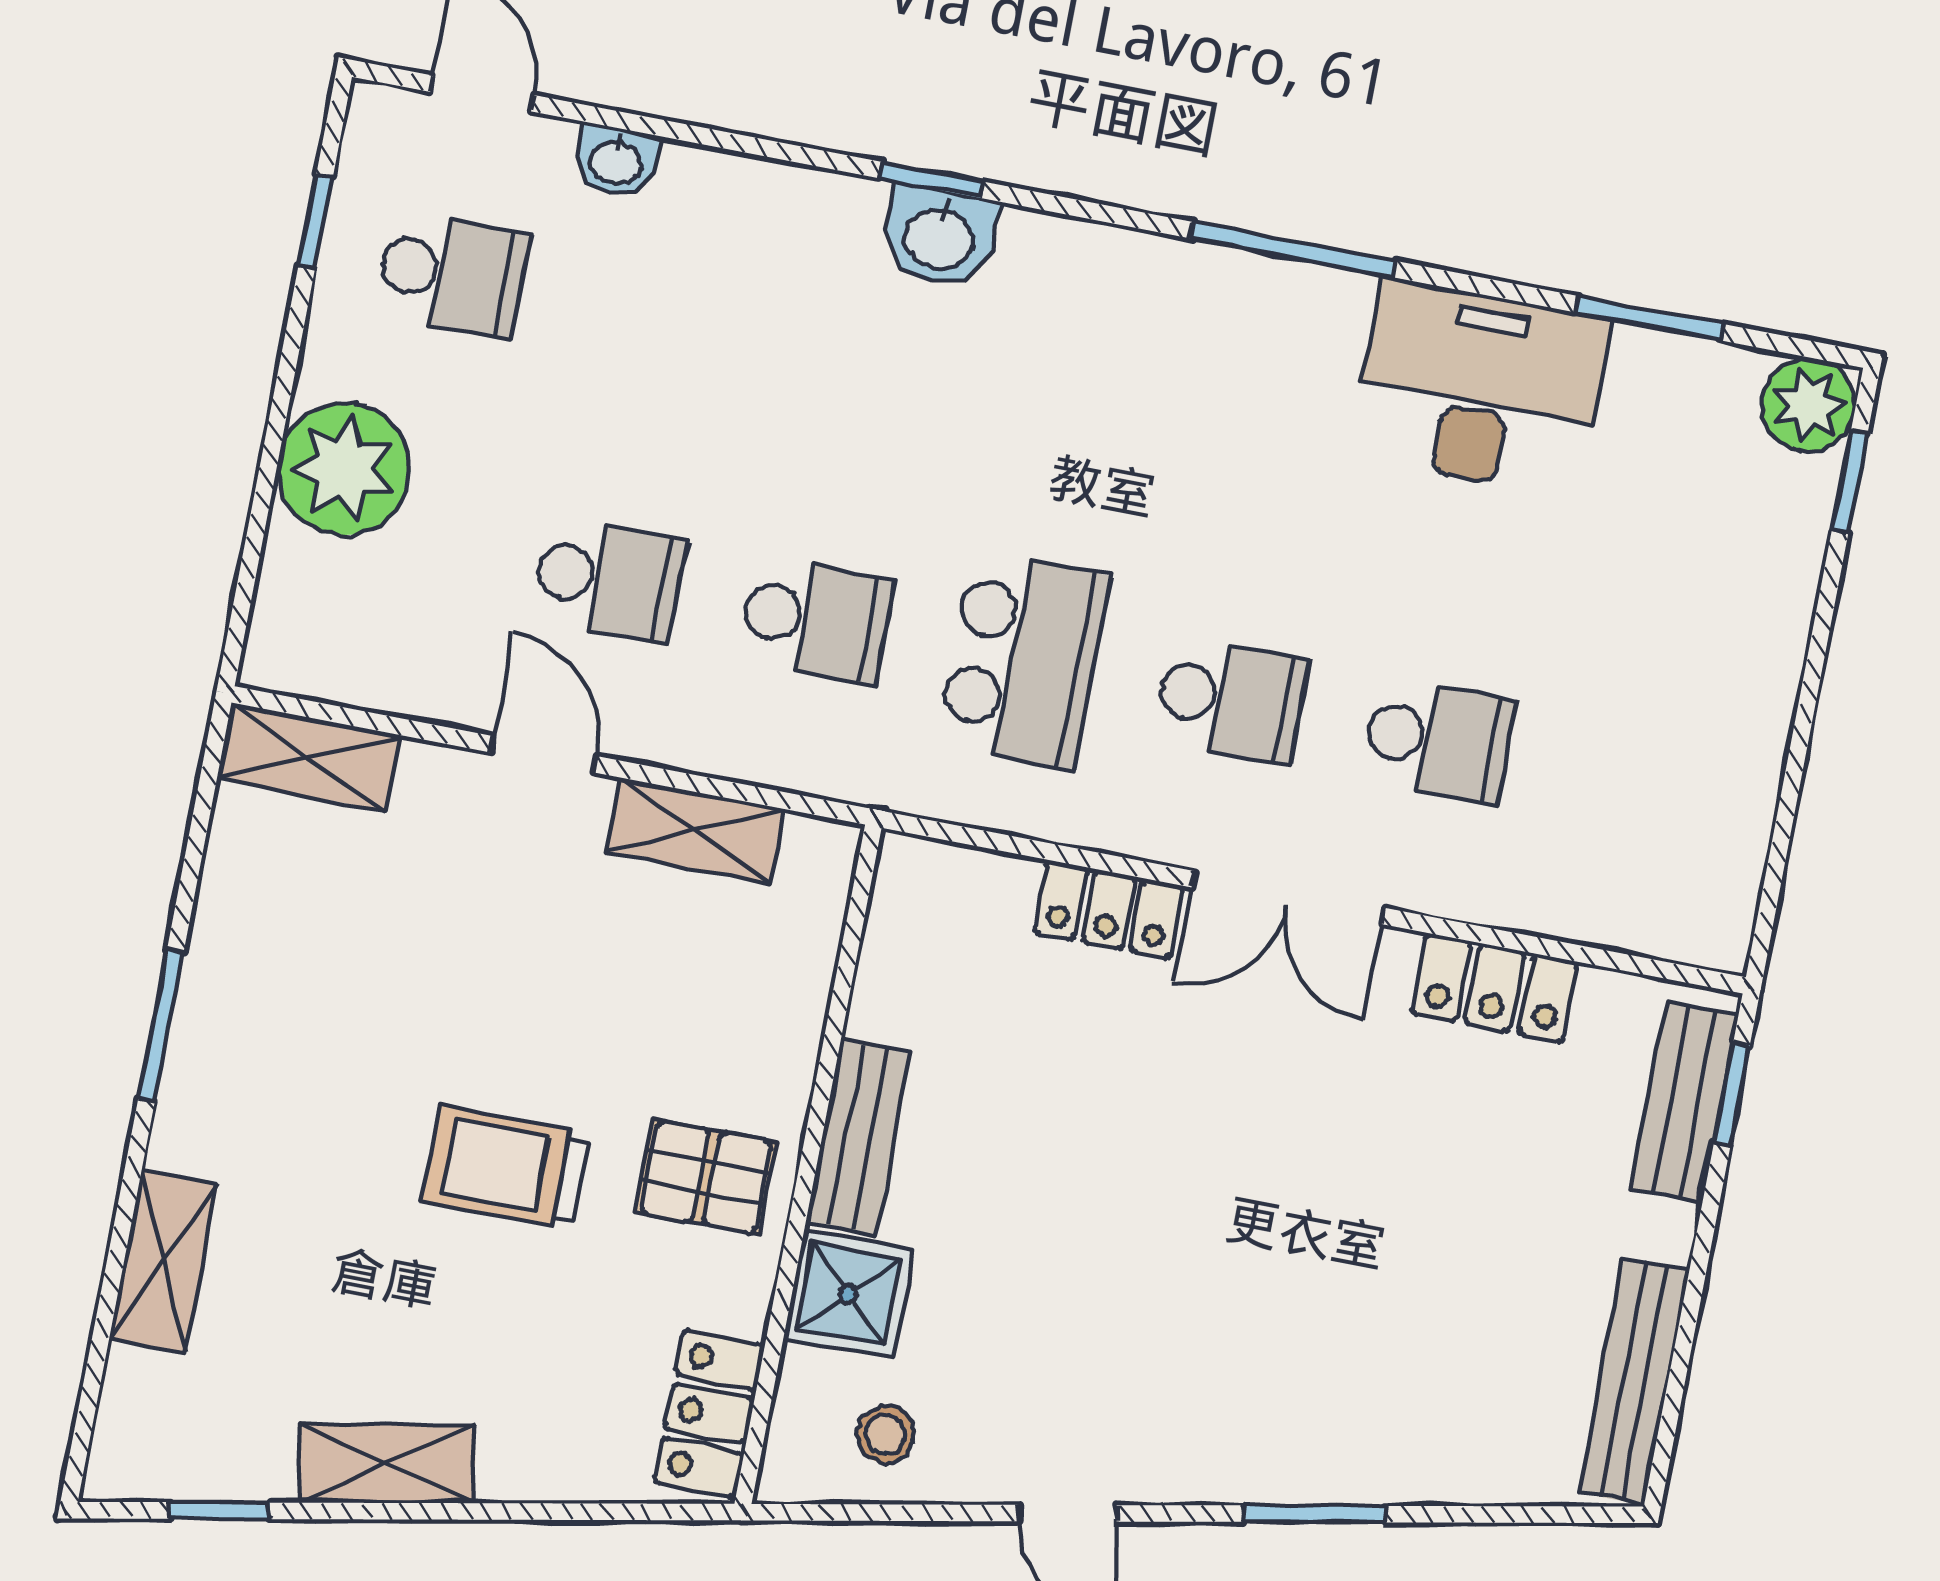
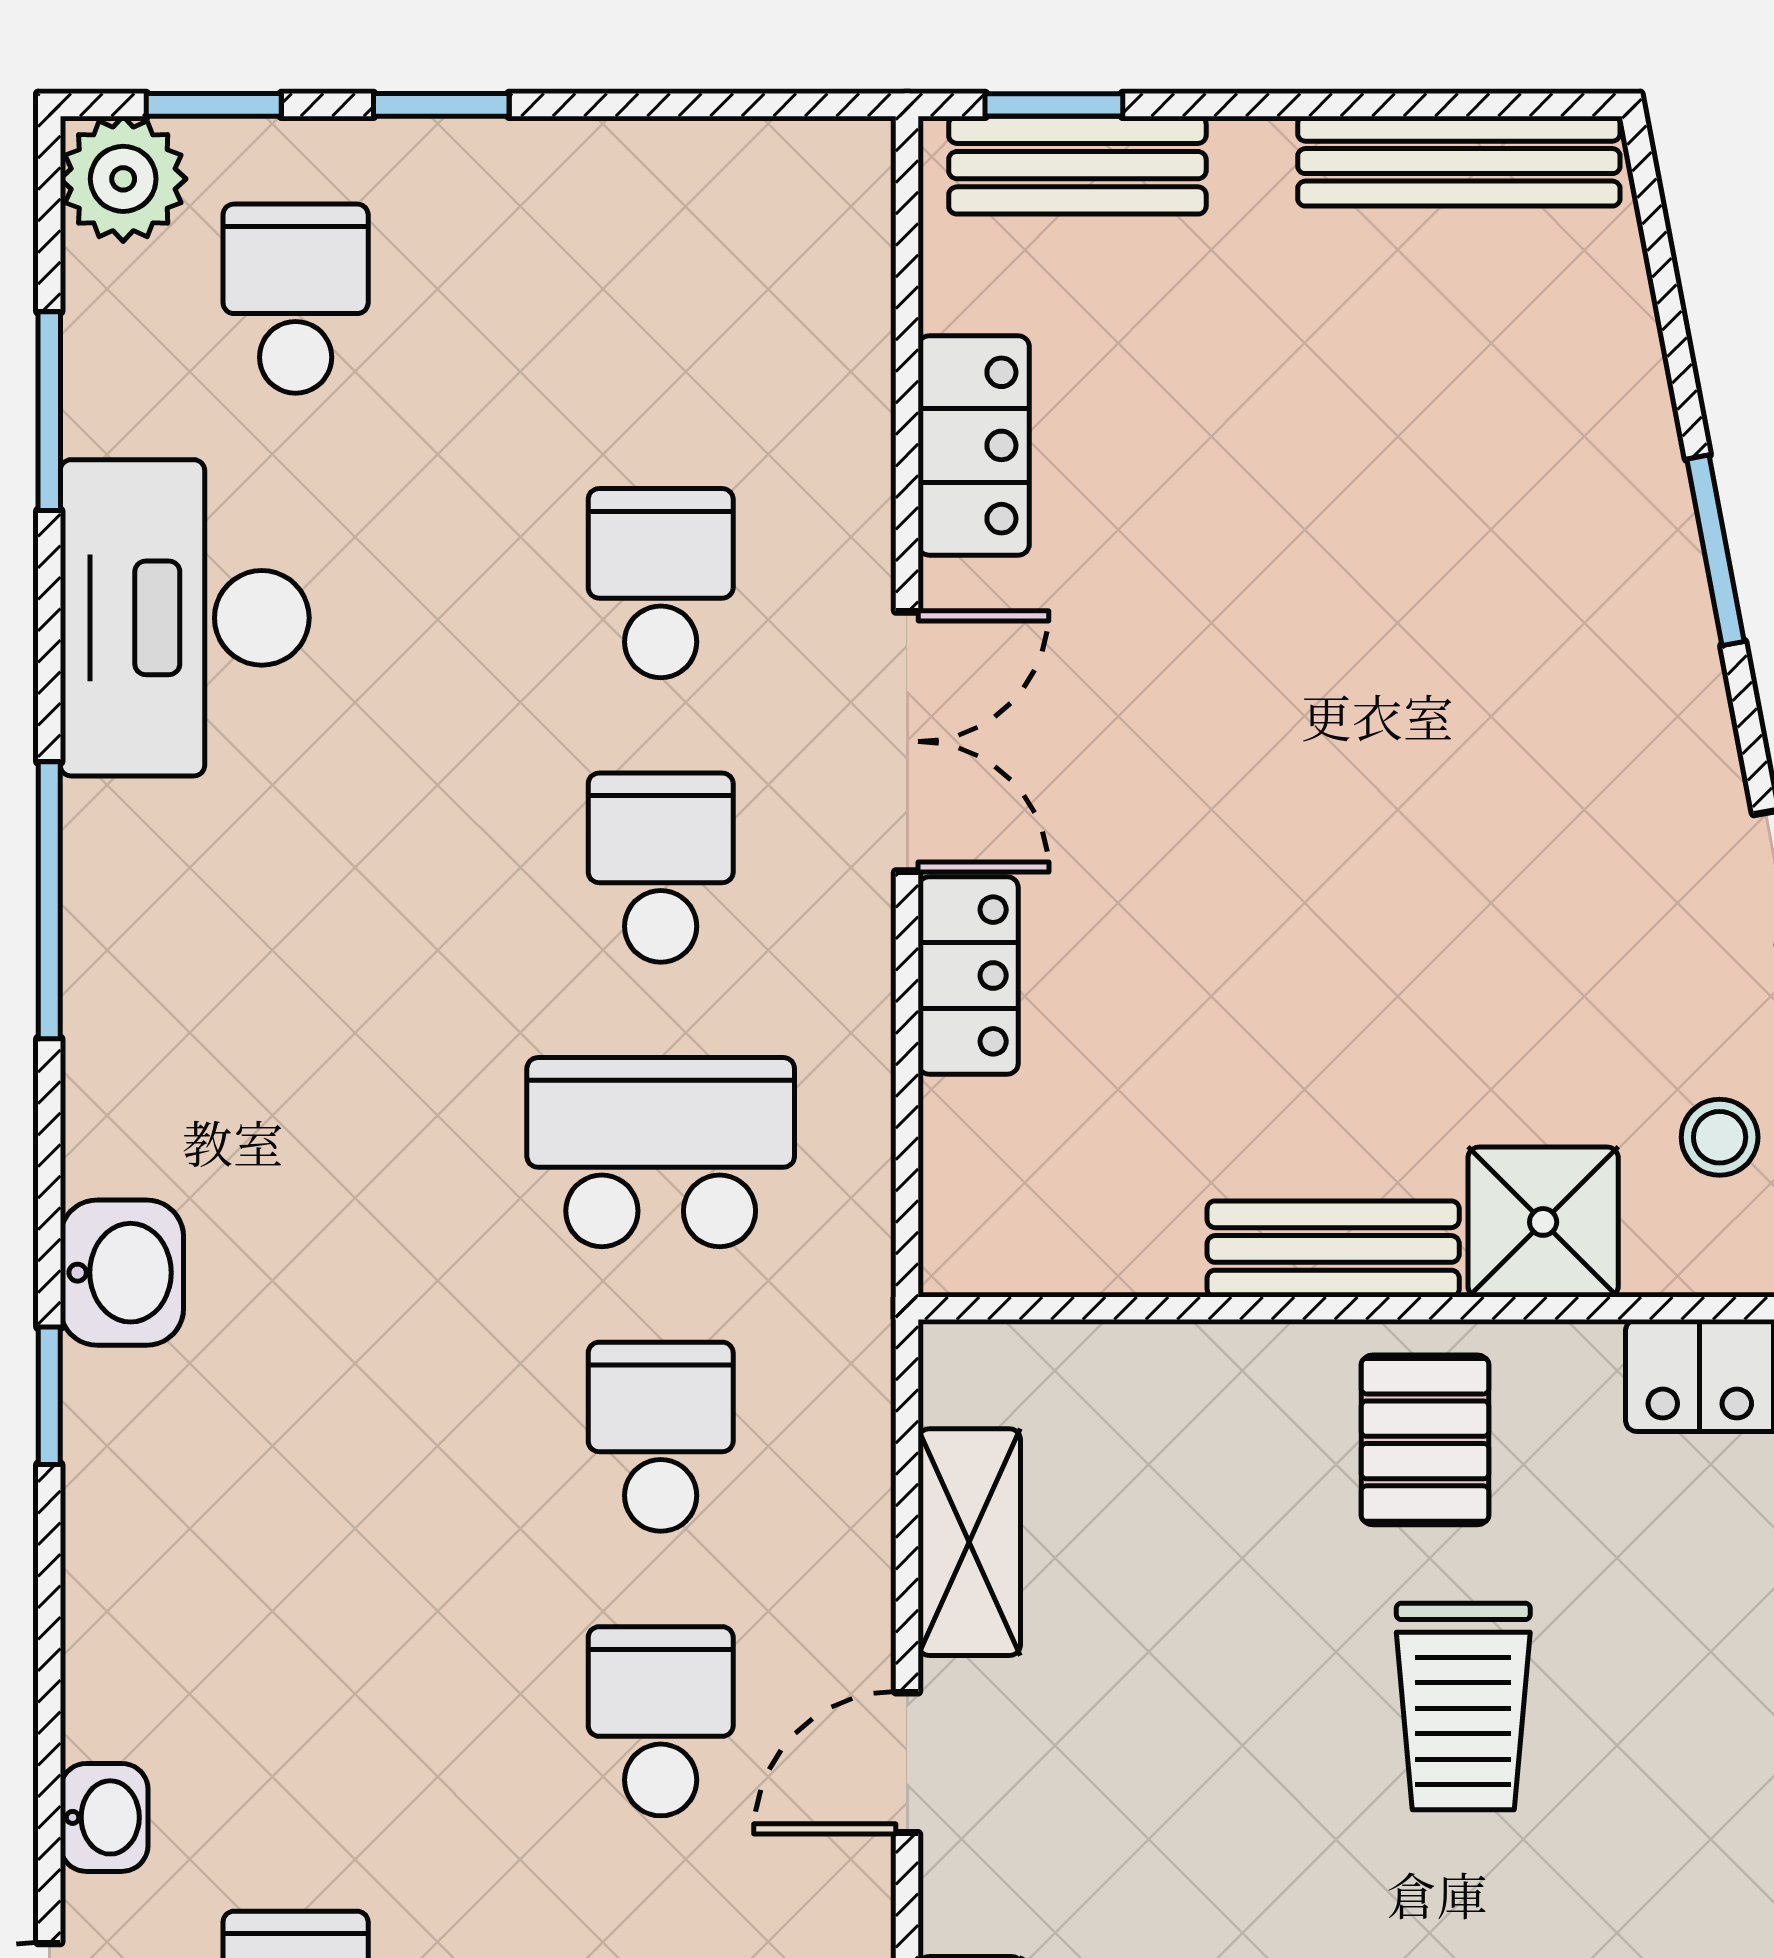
washbasin: (940, 237) -> (122, 1273), moved
school desk: (1697, 514) -> (296, 299), added
window: (1818, 647) -> (441, 105), added

